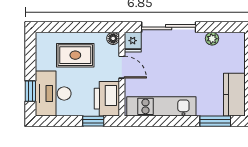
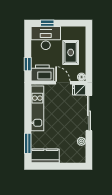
door: (122, 67) -> (63, 83), swing flipped

